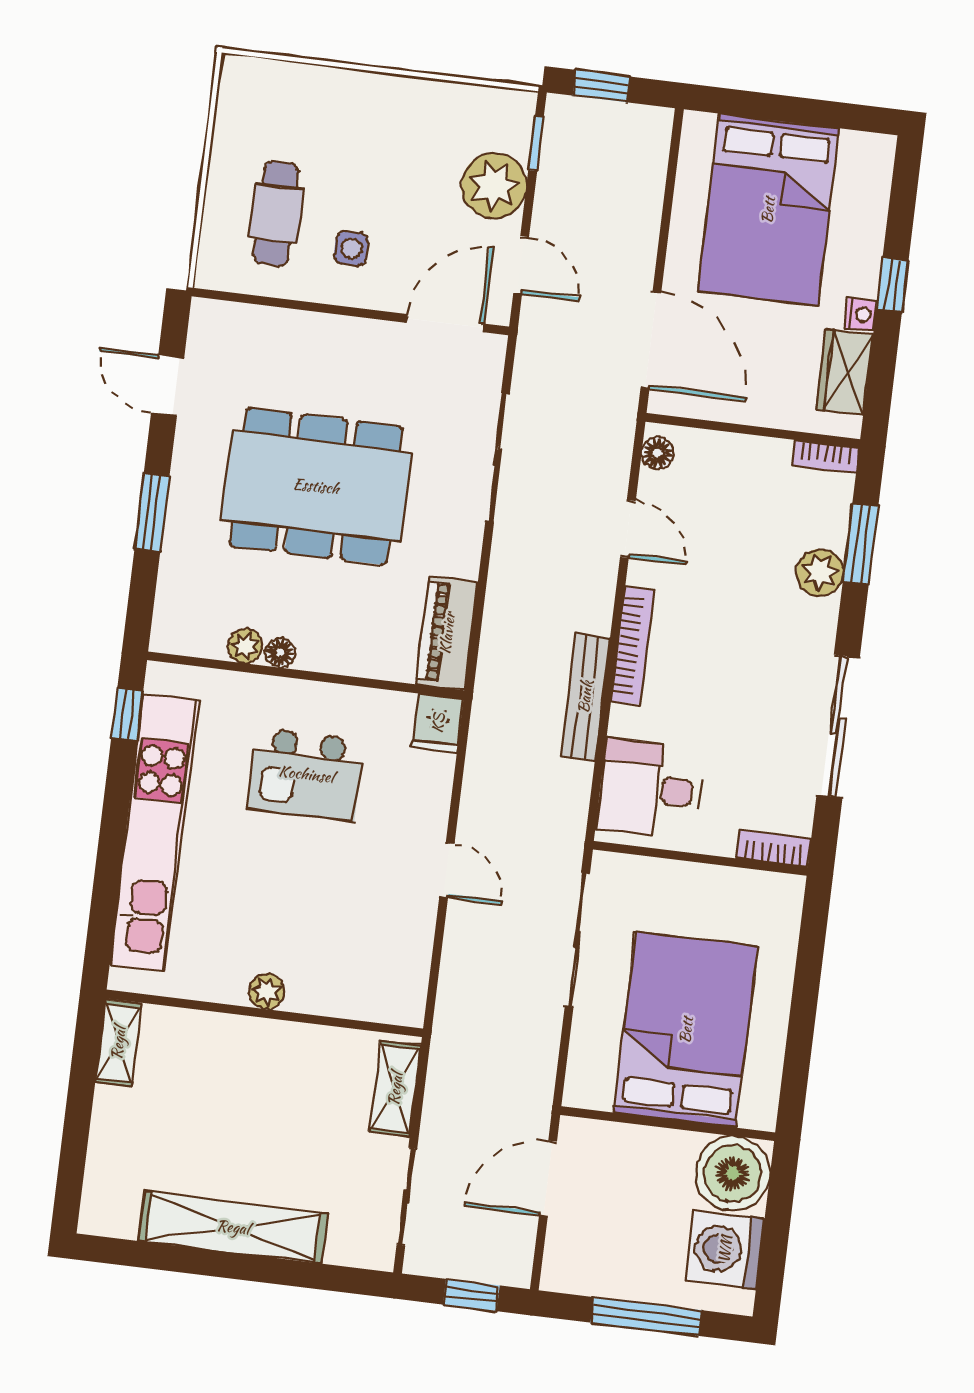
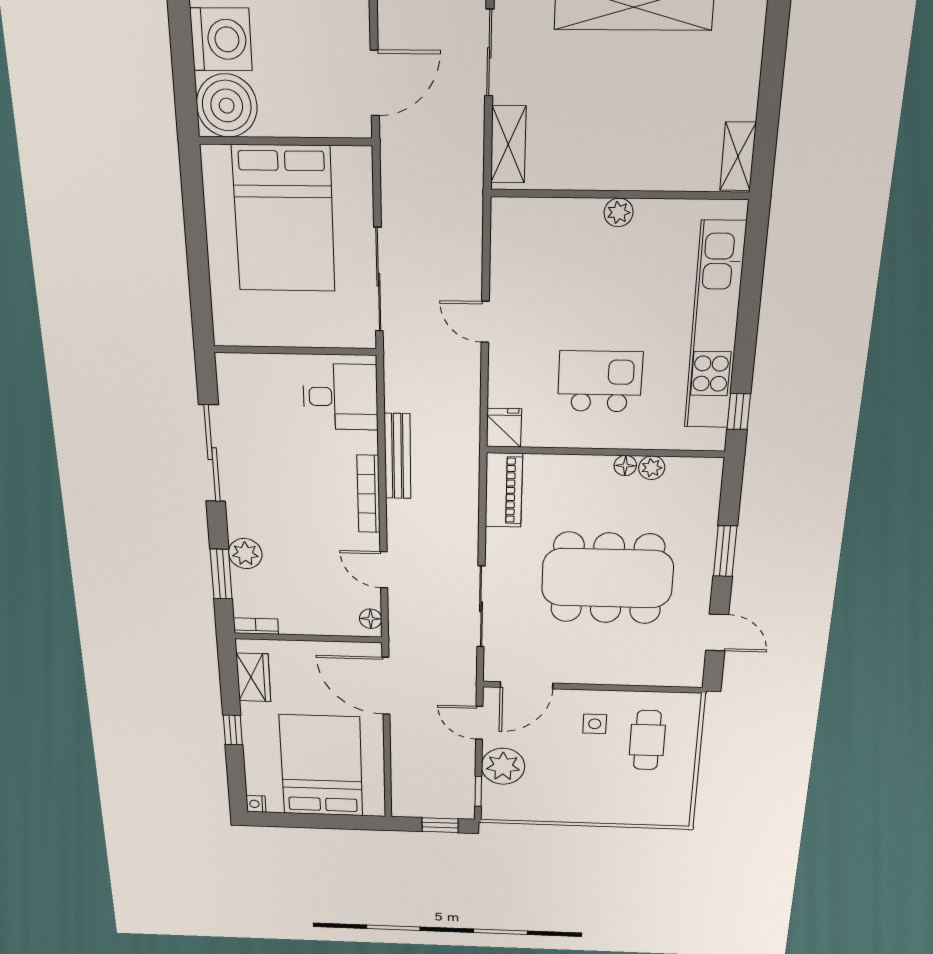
nightstand: (861, 314) -> (256, 804), moved
bookcase: (774, 848) -> (242, 363), removed

